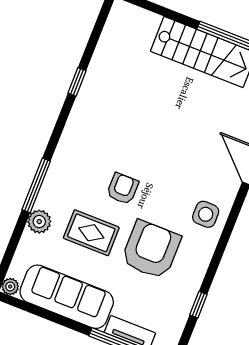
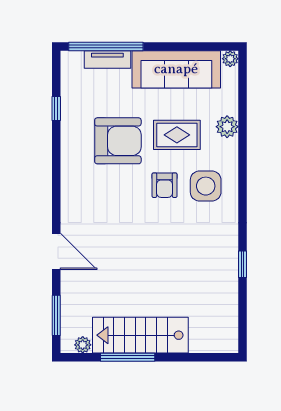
window: (36, 185) -> (243, 158), removed
side table: (206, 214) -> (206, 186), moved, width x1.37, depth x1.37
armchair: (151, 250) -> (118, 141), turned -90

